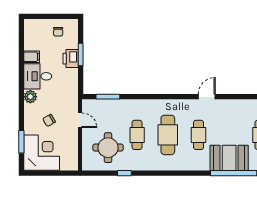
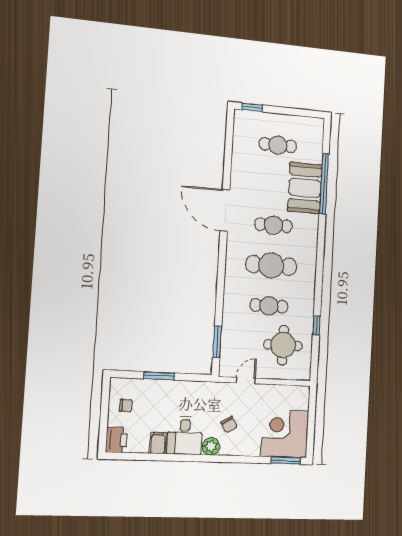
printer: (71, 59) -> (116, 440), moved, turned -90
door: (207, 97) -> (225, 210), width x1.87
chair: (49, 120) -> (229, 425), moved
window: (21, 142) -> (286, 461), moved

